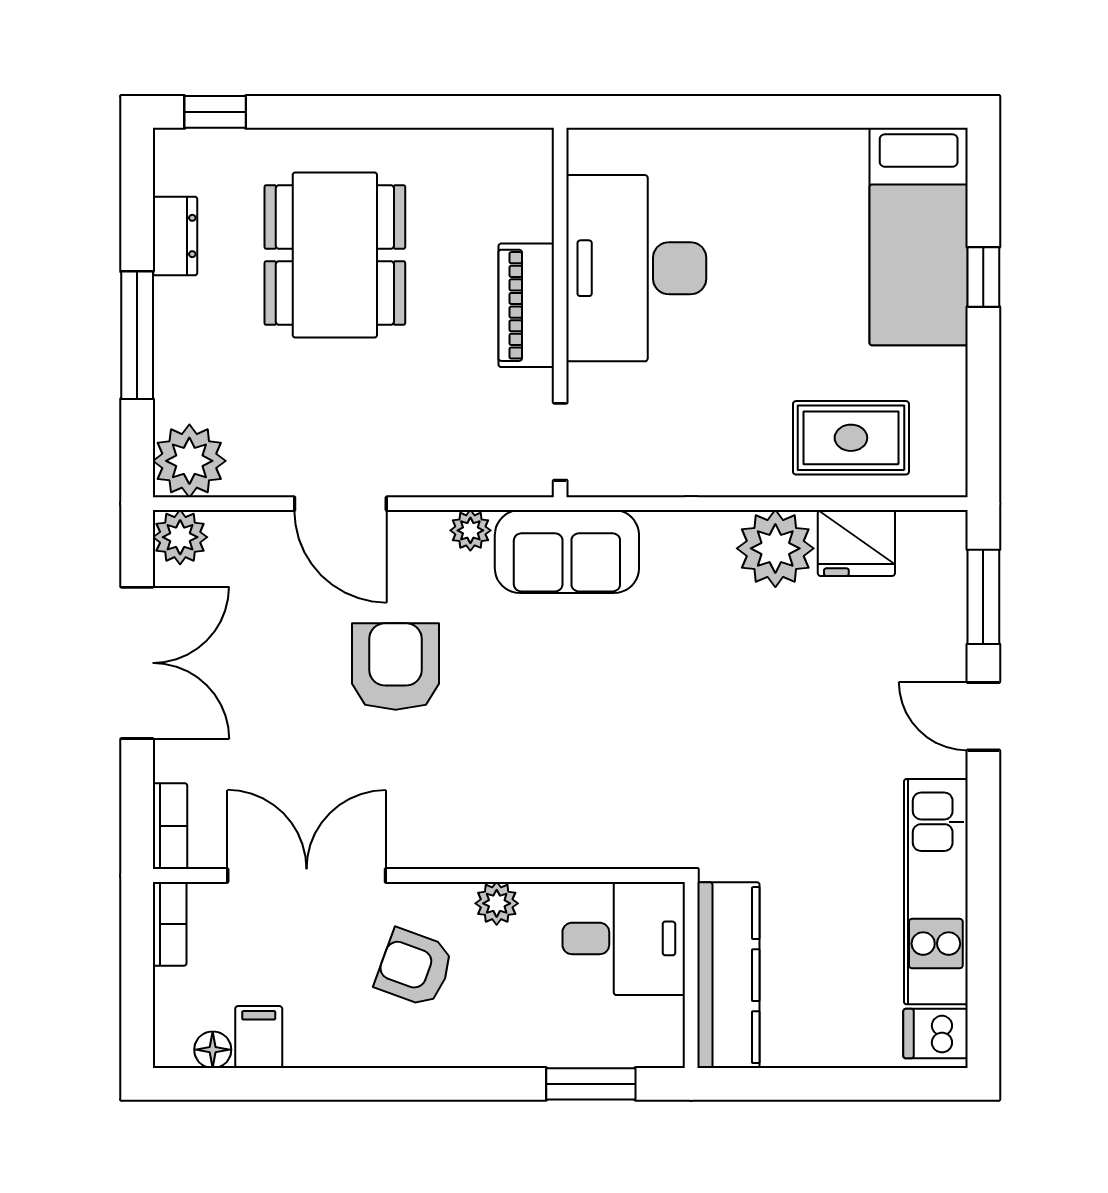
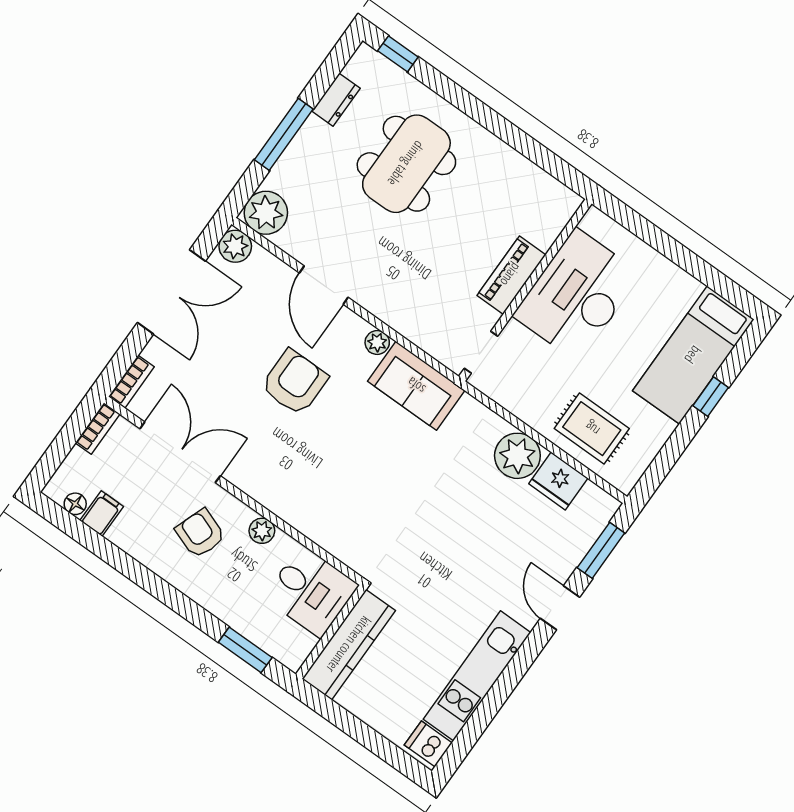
desk: (636, 268) -> (577, 295), moved
piano: (526, 305) -> (511, 275), moved
wall: (560, 313) -> (525, 290), moved
doorway: (560, 442) -> (481, 352), moved

